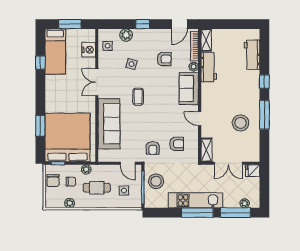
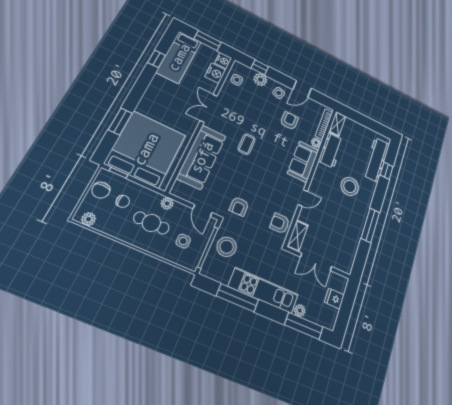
window: (143, 24) -> (260, 67), moved
door: (179, 24) -> (302, 89), moved
nightstand: (90, 35) -> (223, 61), added
workbench: (252, 55) -> (376, 160), width x1.38
armchair: (164, 59) -> (289, 121), turned -90
side table: (132, 64) -> (279, 93), moved
window: (264, 81) -> (387, 171), moved
door: (200, 119) -> (303, 198), swing flipped
stool: (240, 123) -> (350, 186), moved
armchair: (177, 144) -> (280, 223), moved, turned 180
plant: (86, 169) -> (167, 203), moved
fridge: (253, 171) -> (334, 299), moved
plant: (70, 203) -> (89, 219), moved
plant: (245, 203) -> (300, 310), moved
window: (197, 213) -> (238, 298), moved

